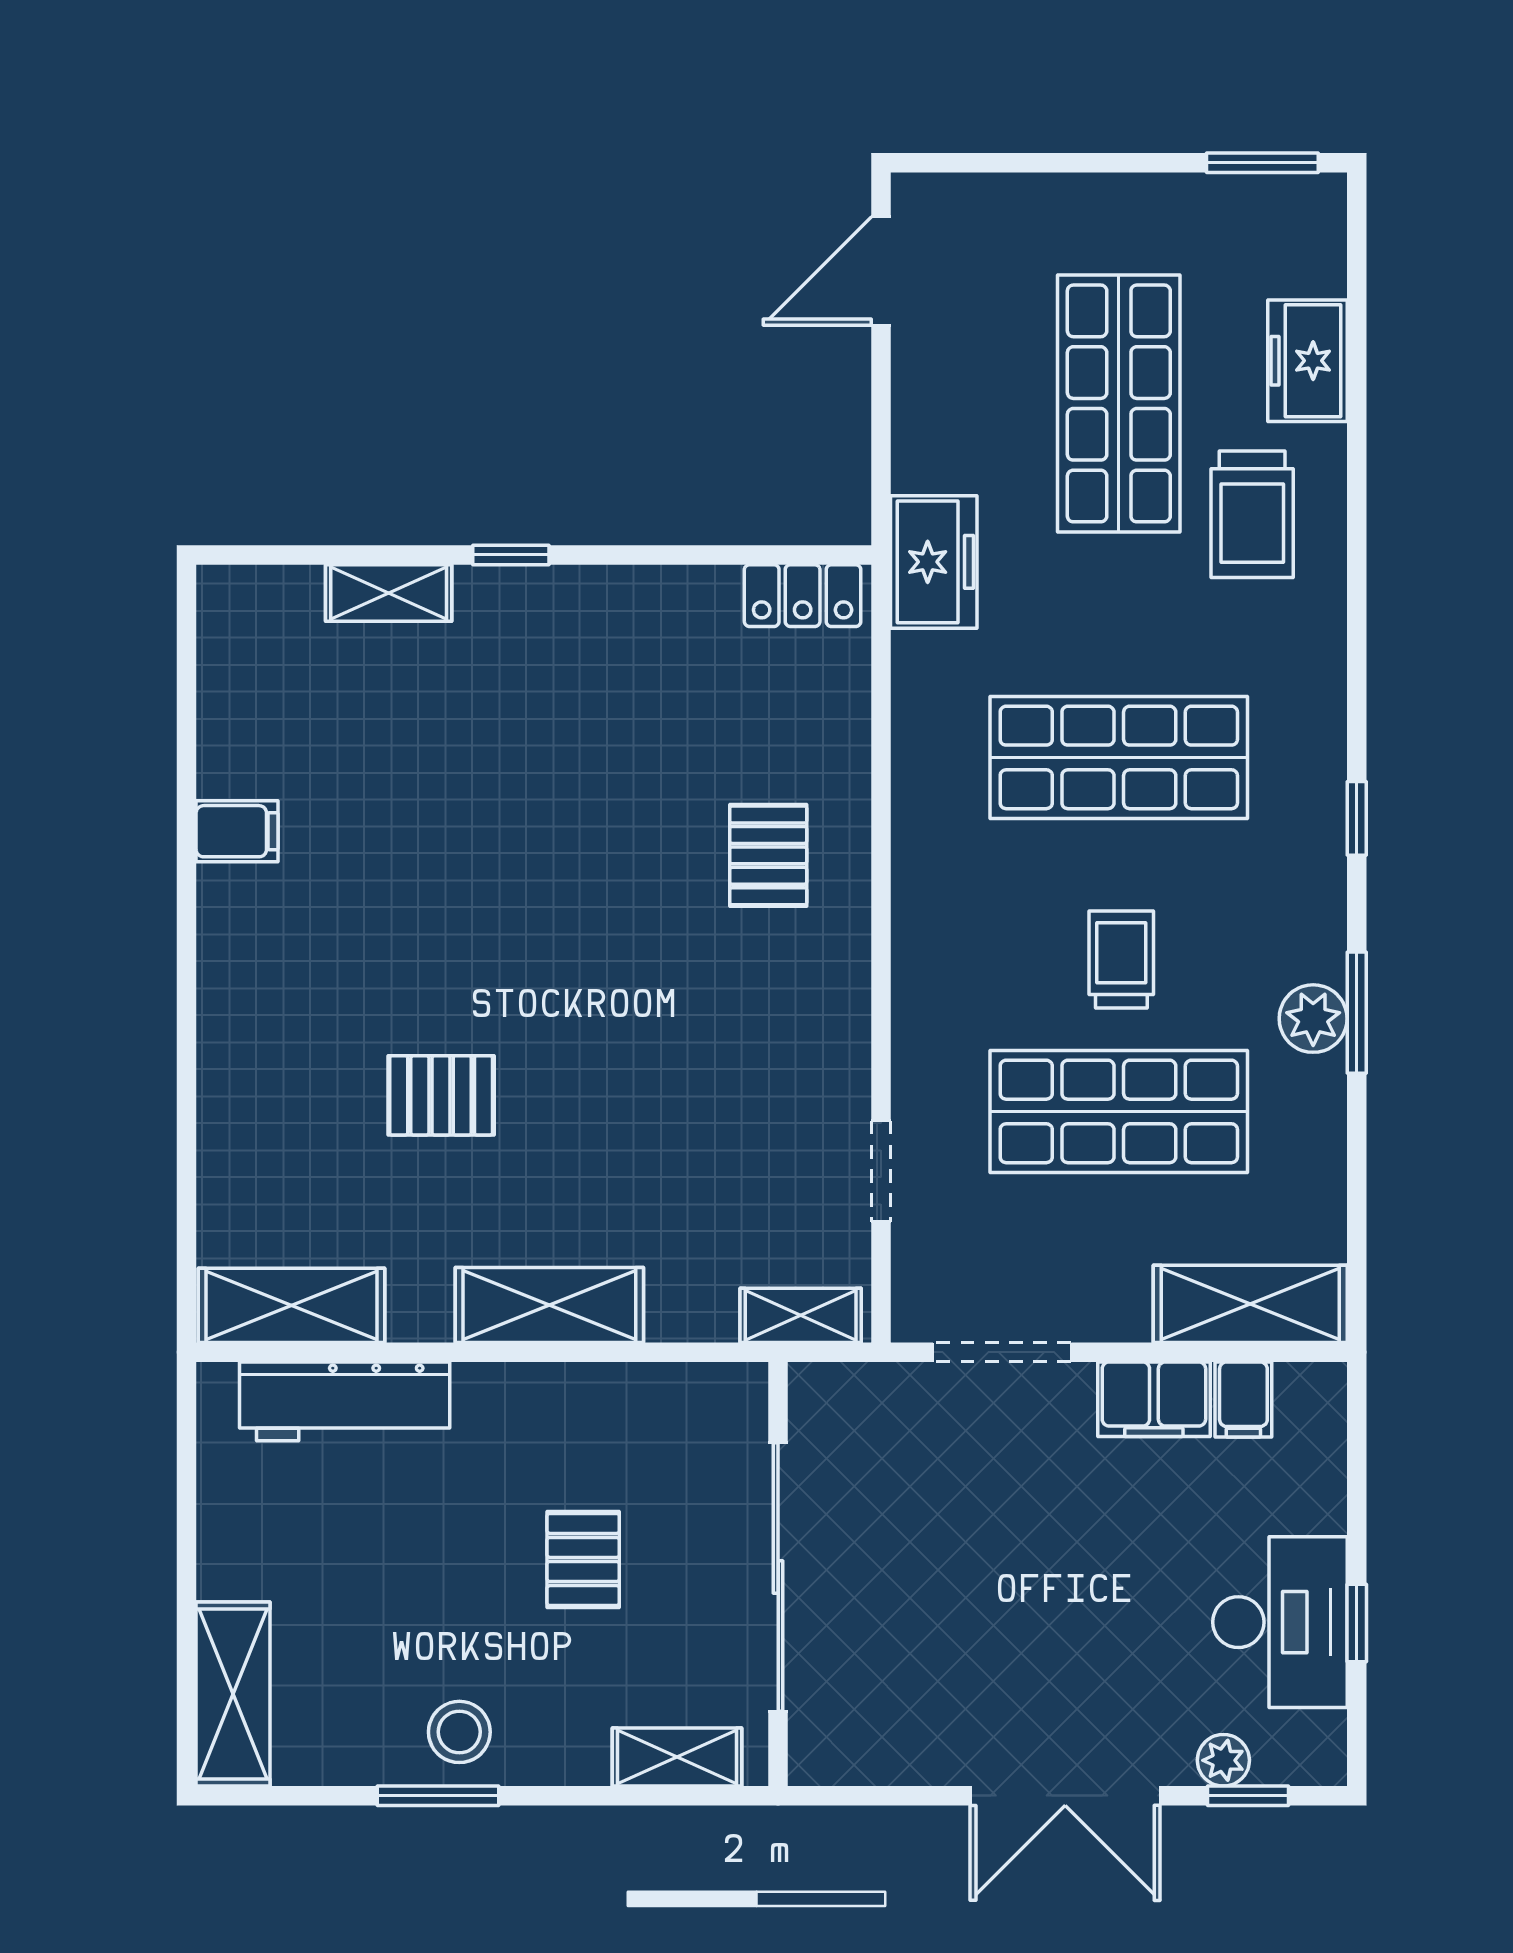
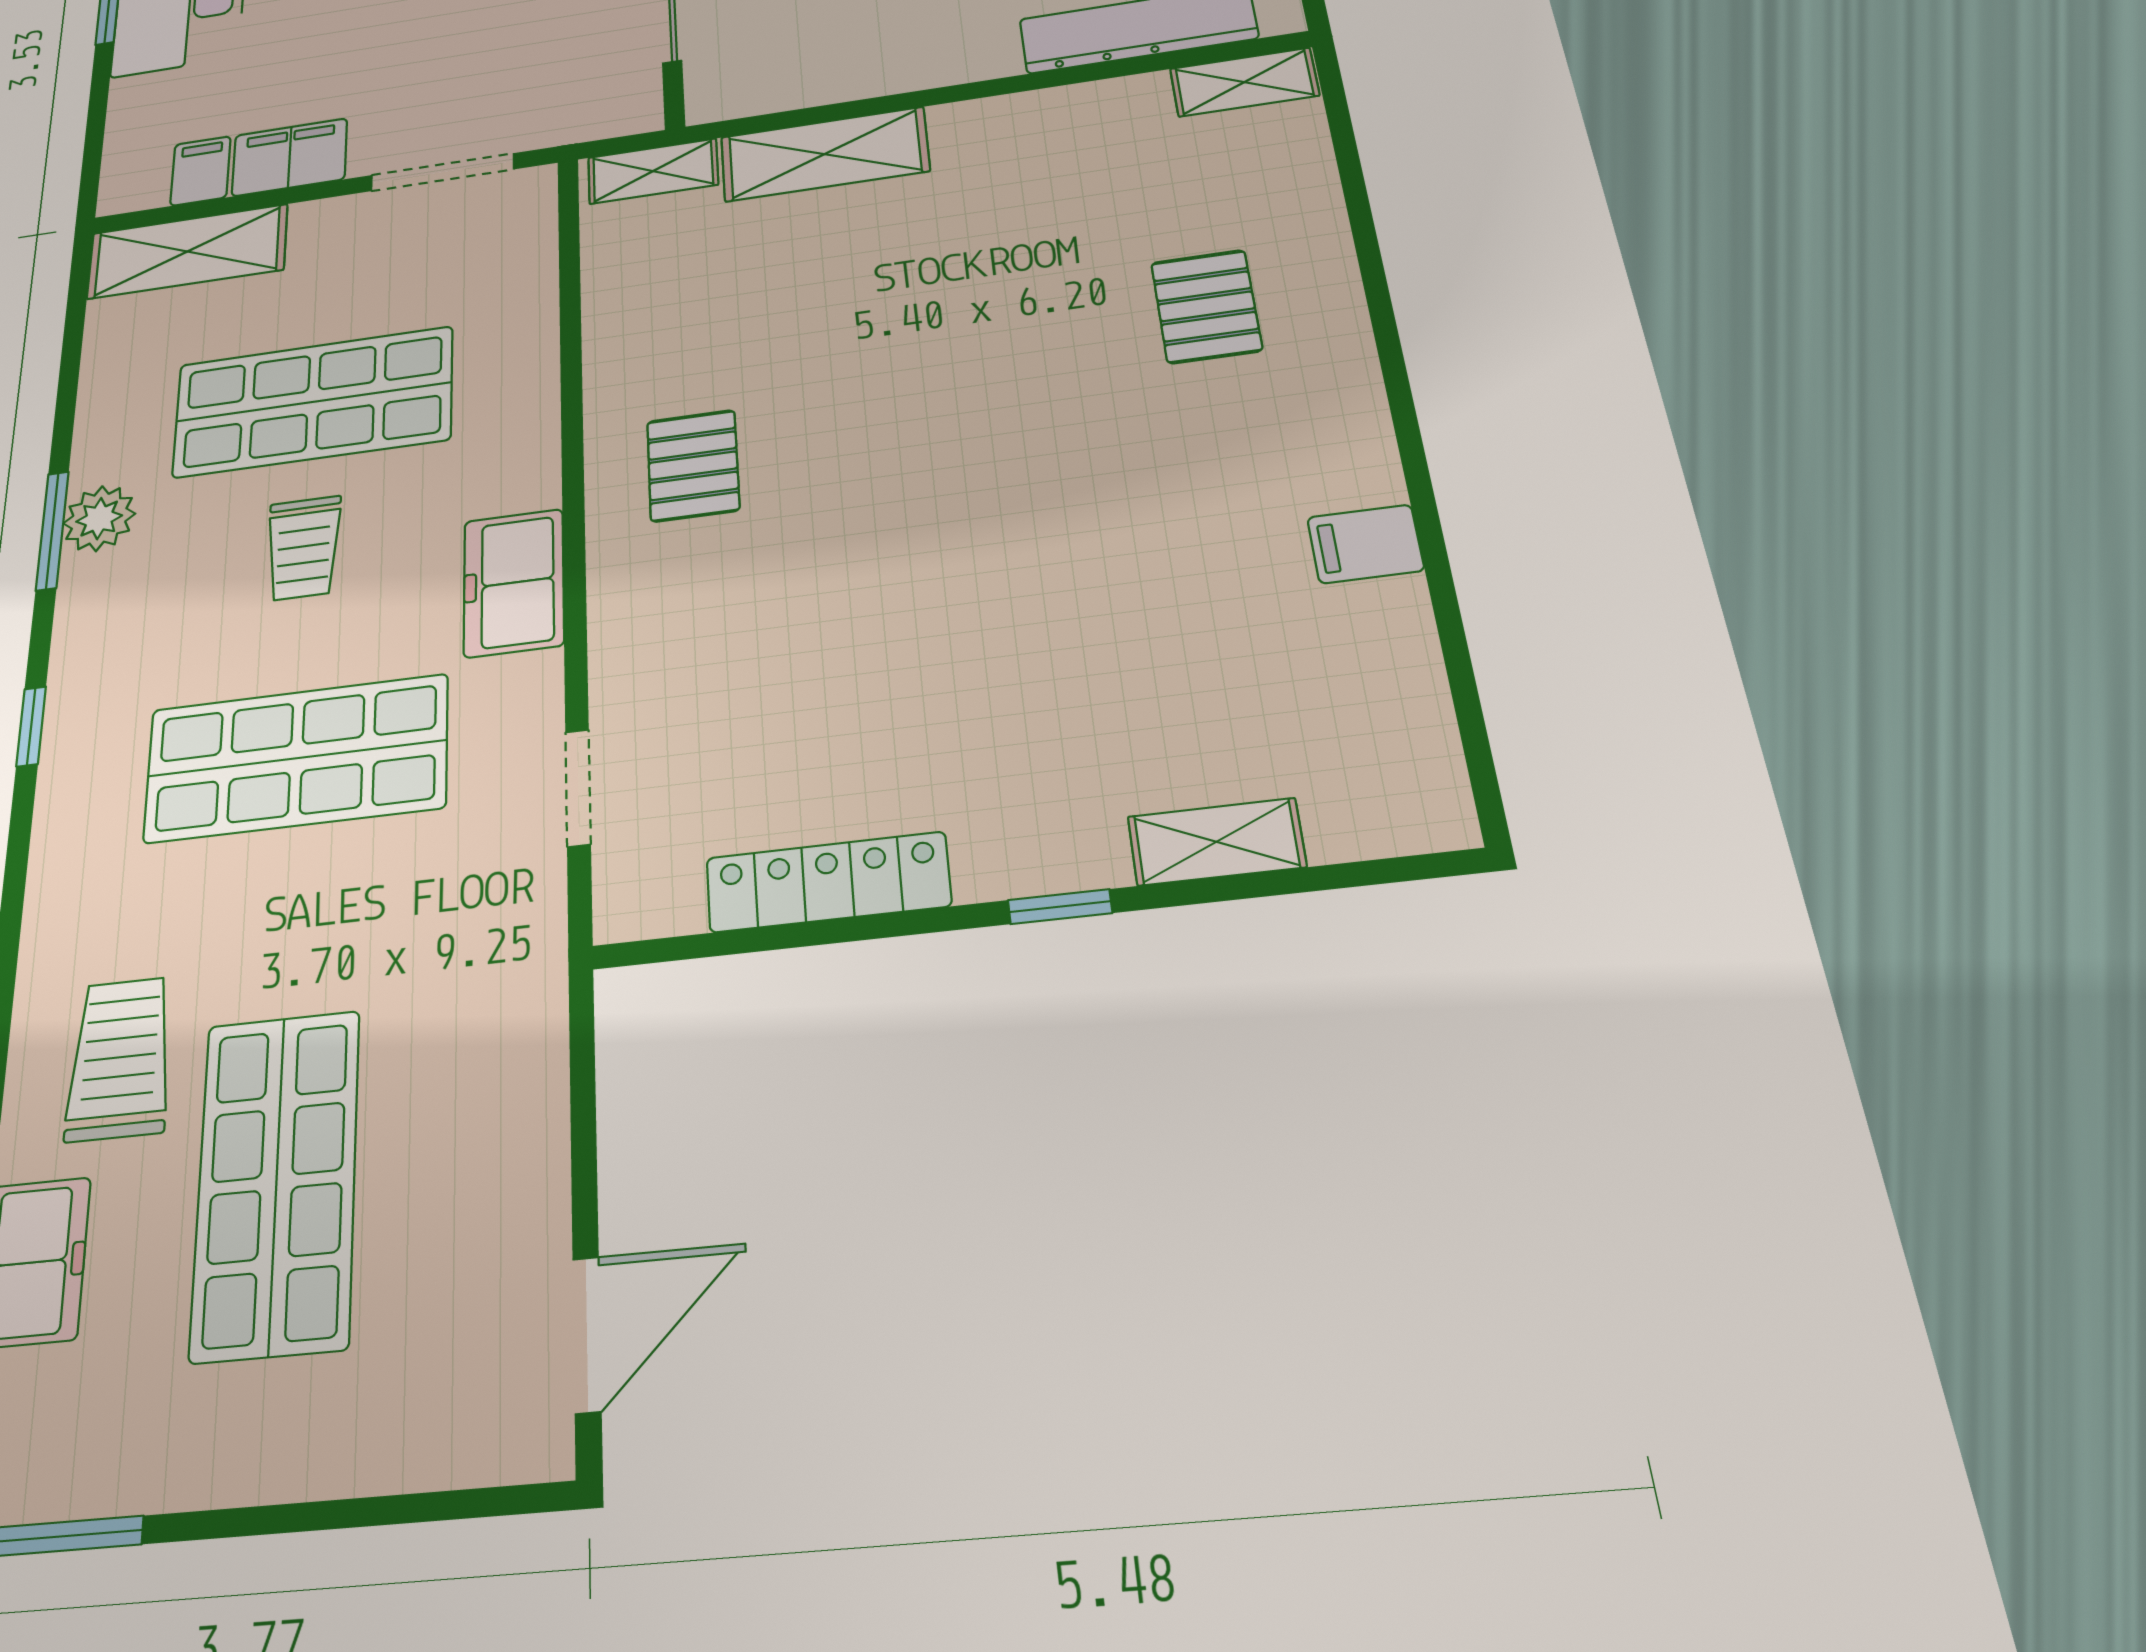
freezer: (934, 562) -> (514, 583), moved
locker: (803, 596) -> (828, 882), moved, width x1.53
pallet: (768, 855) -> (693, 466), moved
pallet: (441, 1095) -> (1206, 306), moved, turned 90
doorway: (881, 1171) -> (578, 788), moved
shelving: (292, 1305) -> (1244, 82), width x0.67, depth x0.75
shelving: (549, 1305) -> (824, 154), moved

